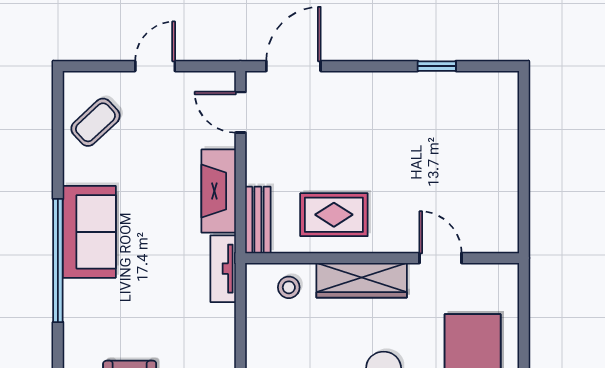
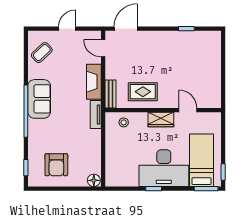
wardrobe: (362, 280) -> (161, 119), width x0.67

